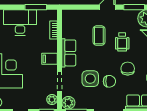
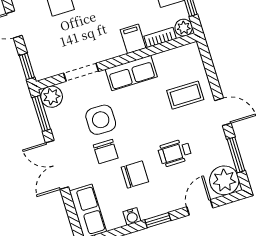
coffee table: (99, 36) -> (185, 95), moved
filing cabinet: (50, 59) -> (133, 39), moved
plant: (52, 99) -> (184, 28), moved

